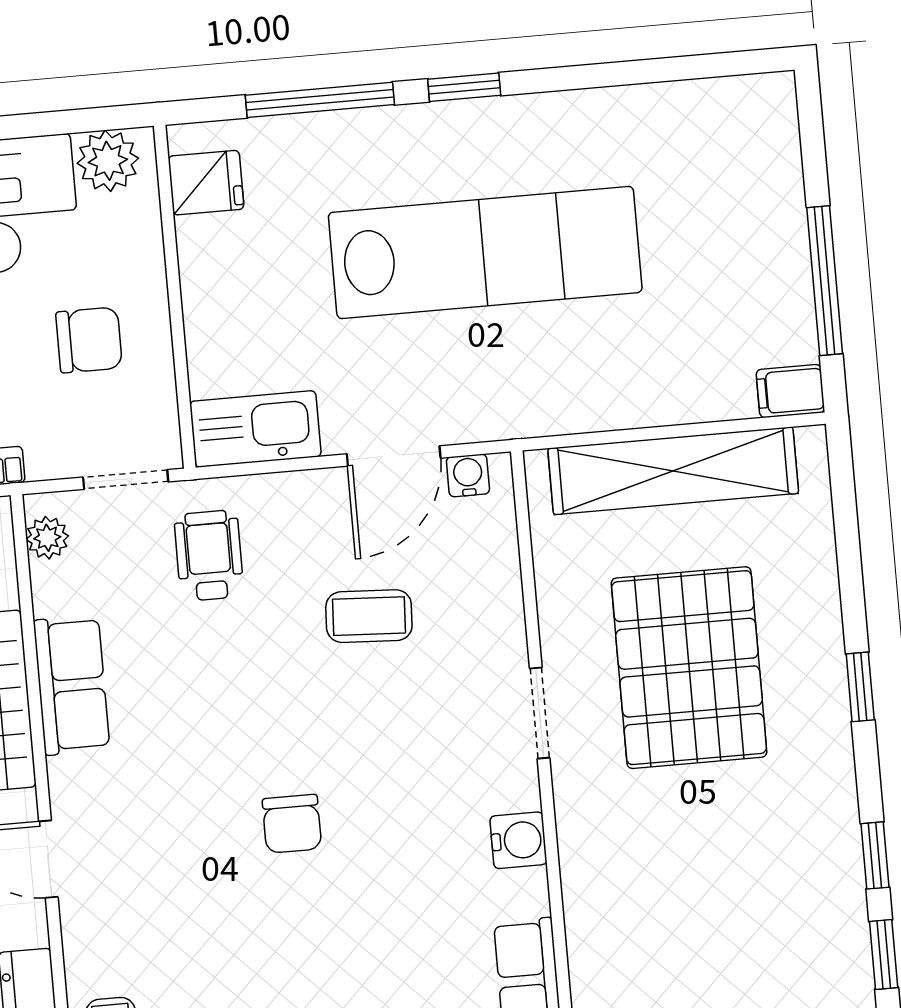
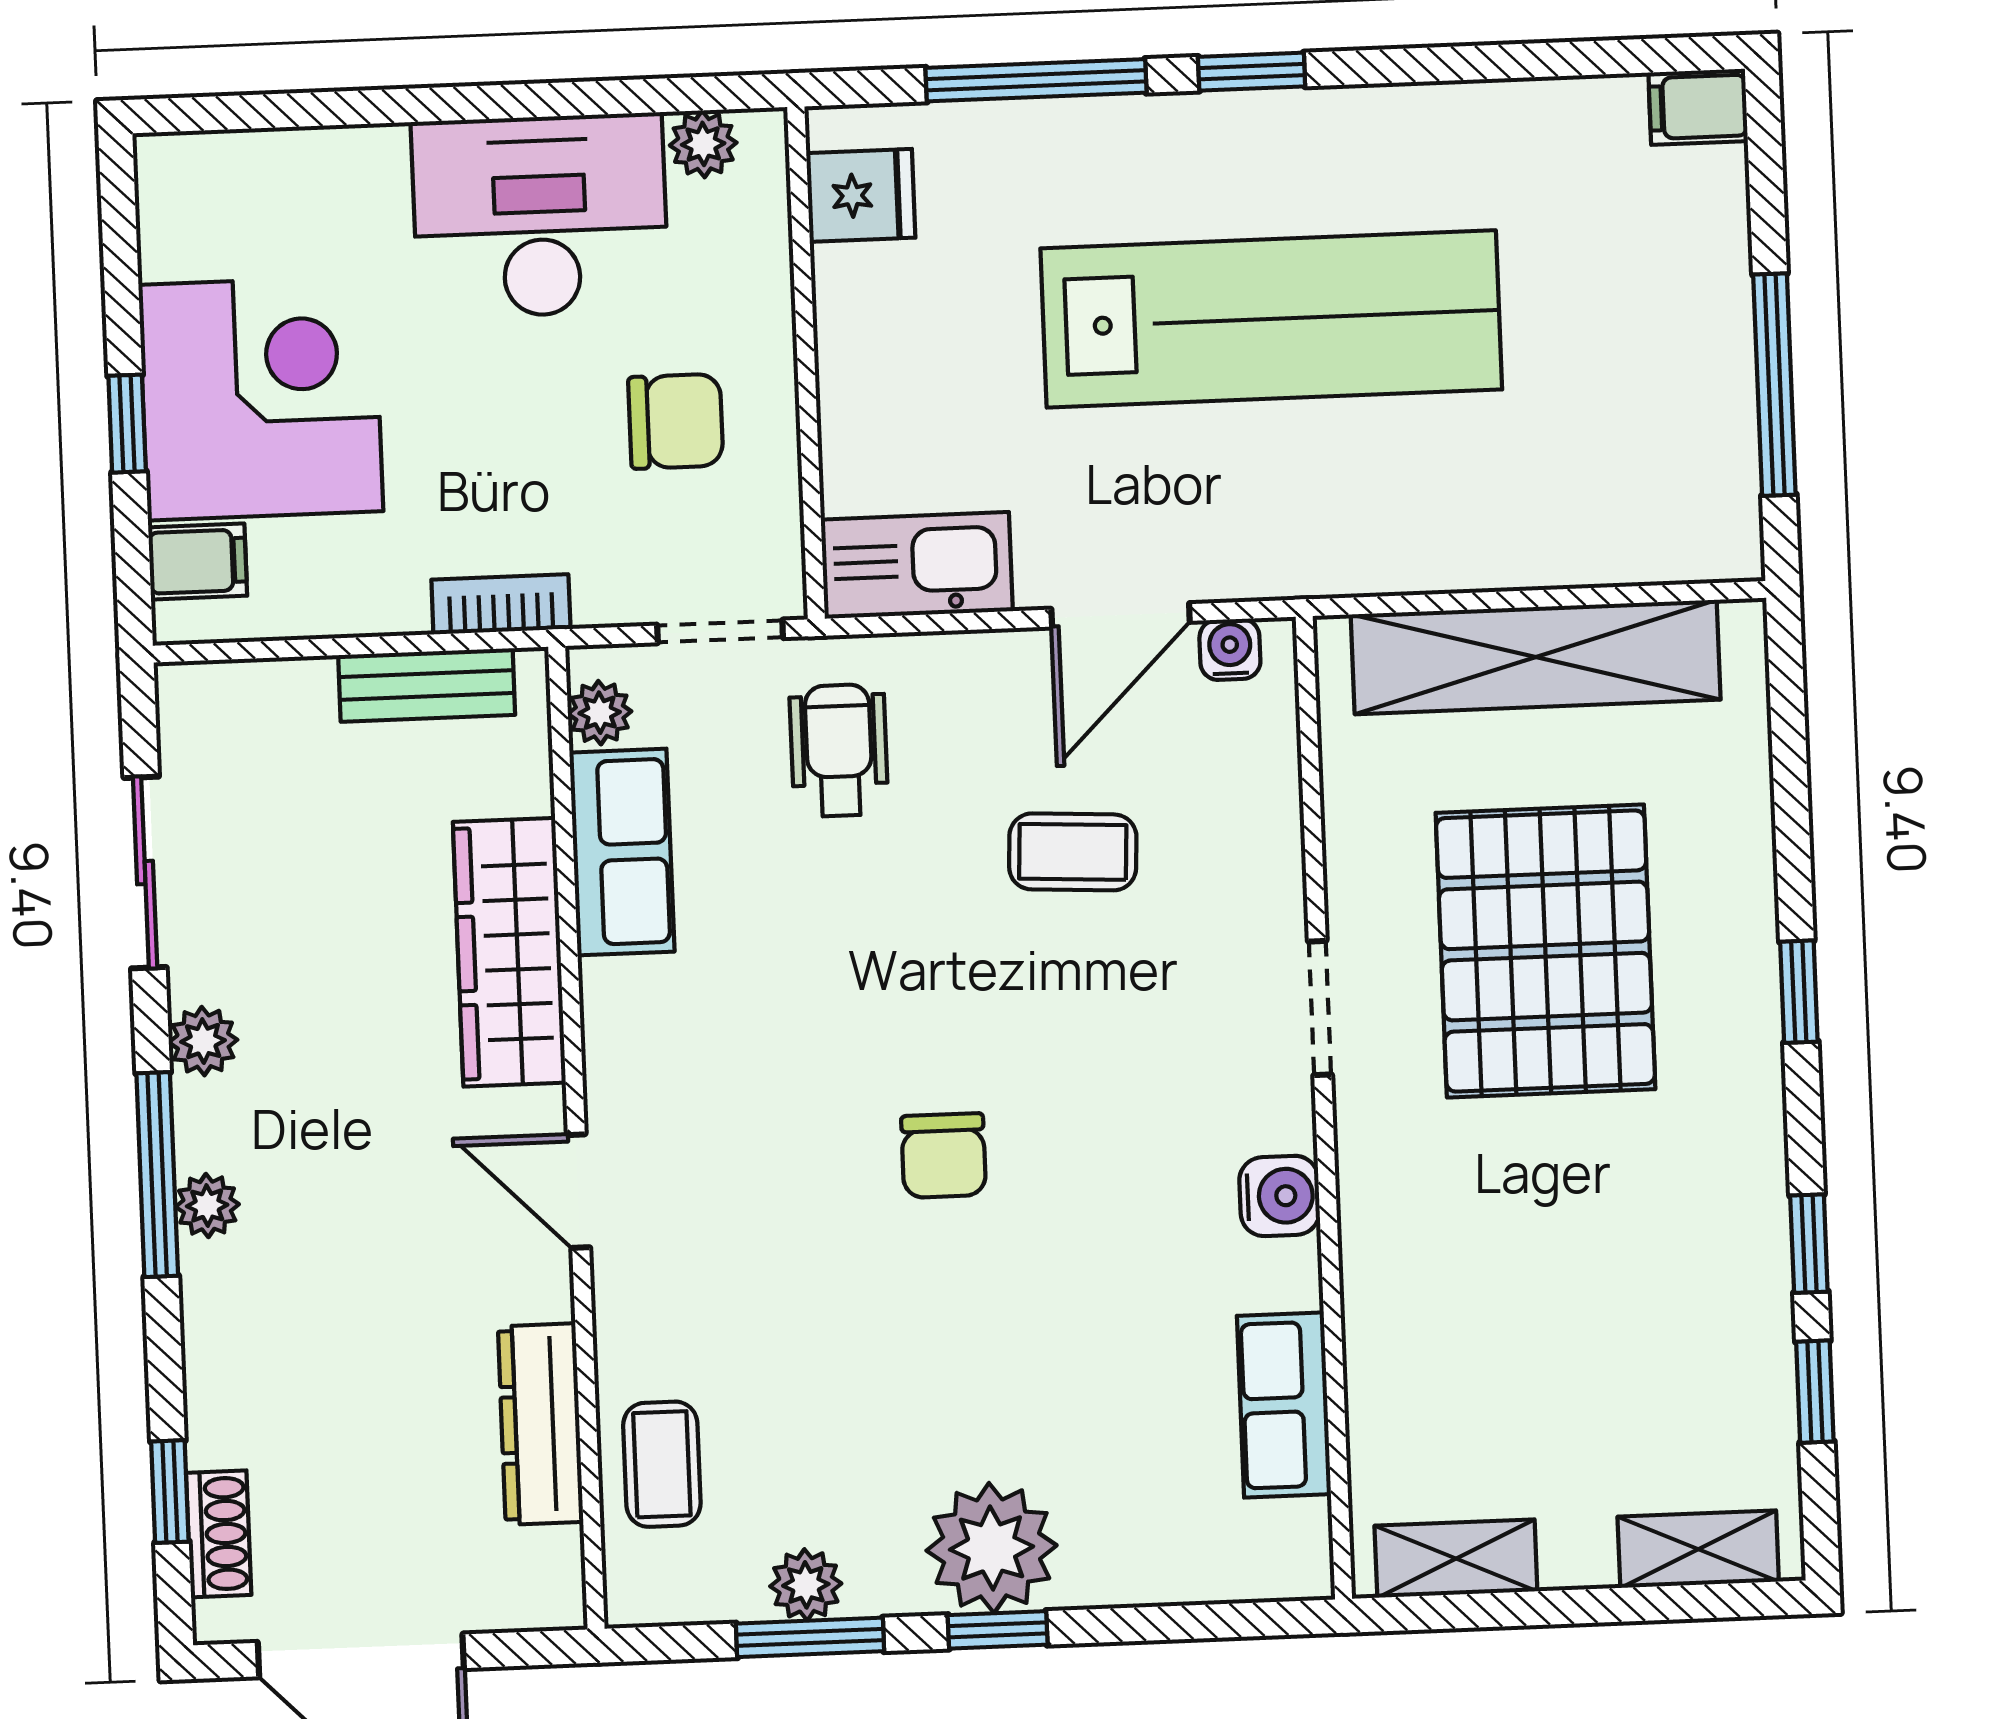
plant: (108, 161) -> (703, 144), width x0.73, depth x0.73
filing cabinet: (790, 391) -> (1698, 107), moved
row of seats: (71, 685) -> (622, 852), moved

